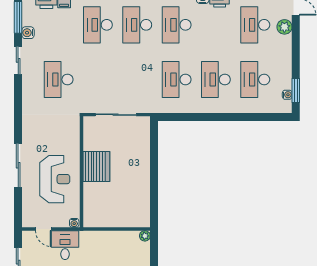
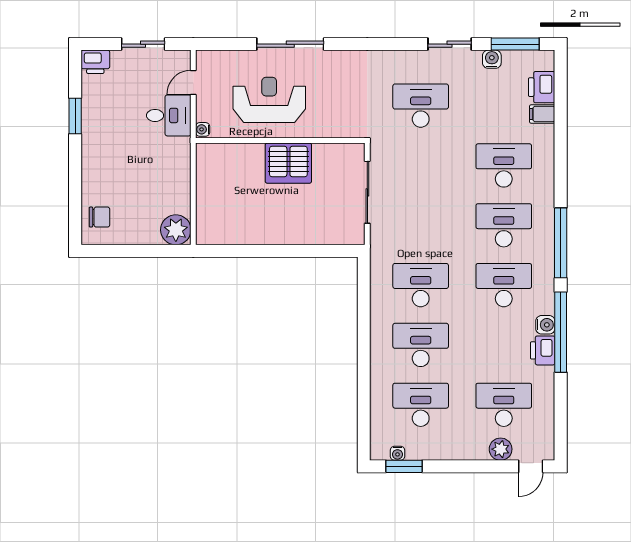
reception desk: (55, 179) -> (269, 100), turned 180
plant: (145, 236) -> (176, 230), width x1.88, depth x1.88

